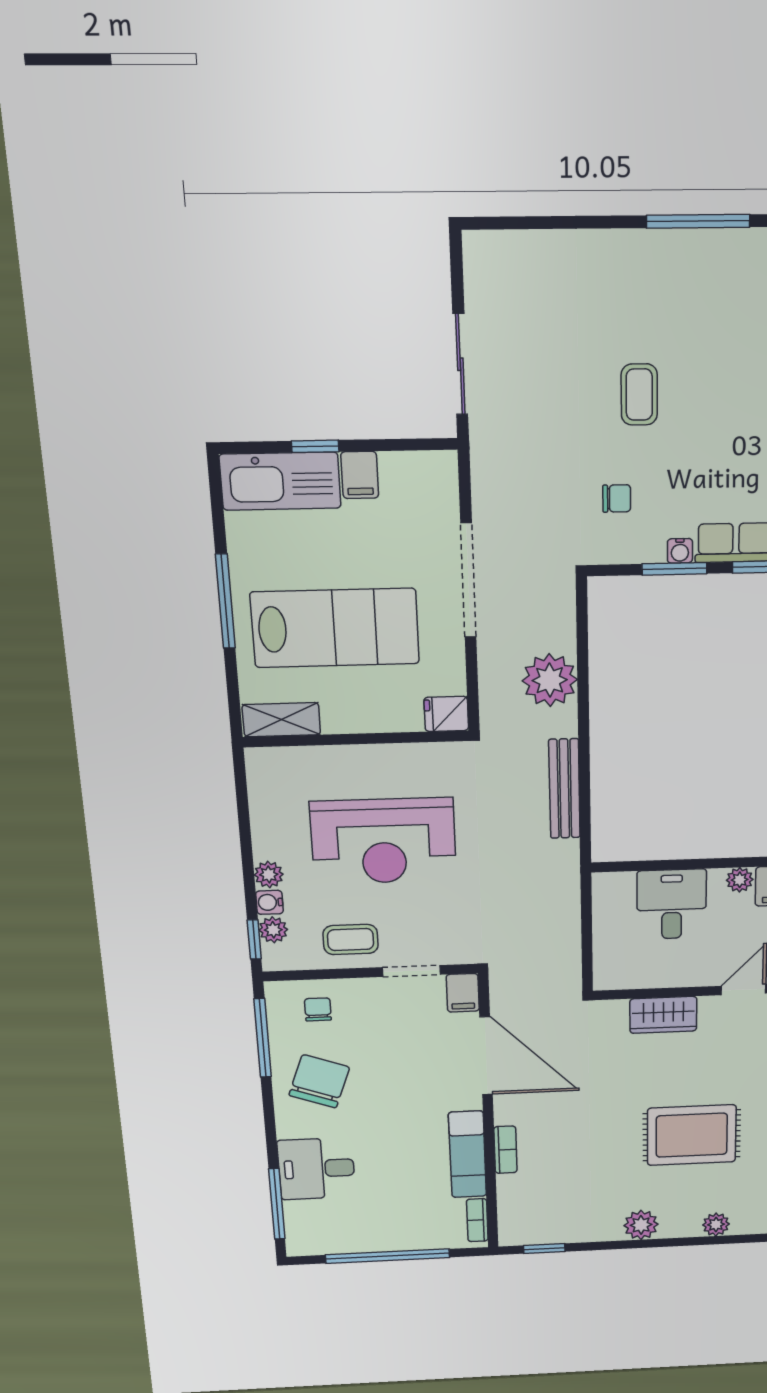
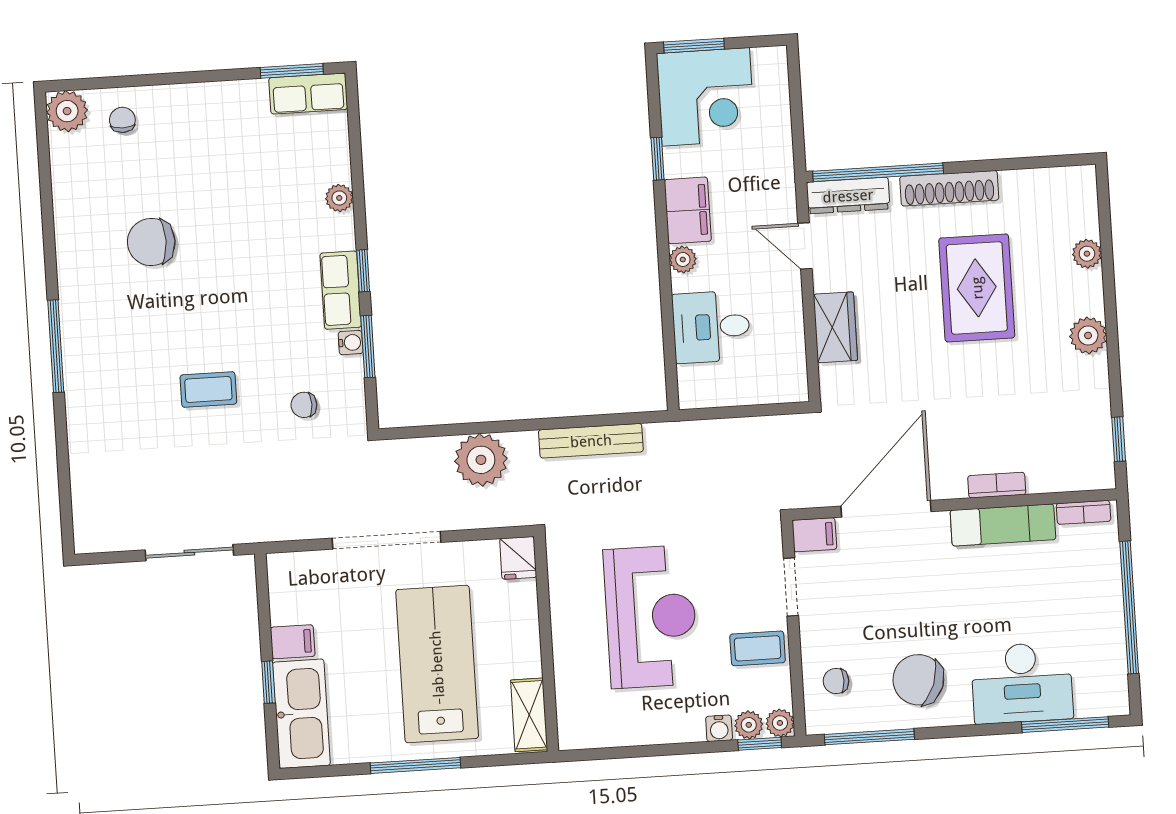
chair: (617, 498) -> (304, 405), turned -90
plant: (269, 875) -> (780, 723), moved
coffee table: (351, 940) -> (758, 648), turned 90
desk: (316, 1169) -> (1022, 683), width x1.37

